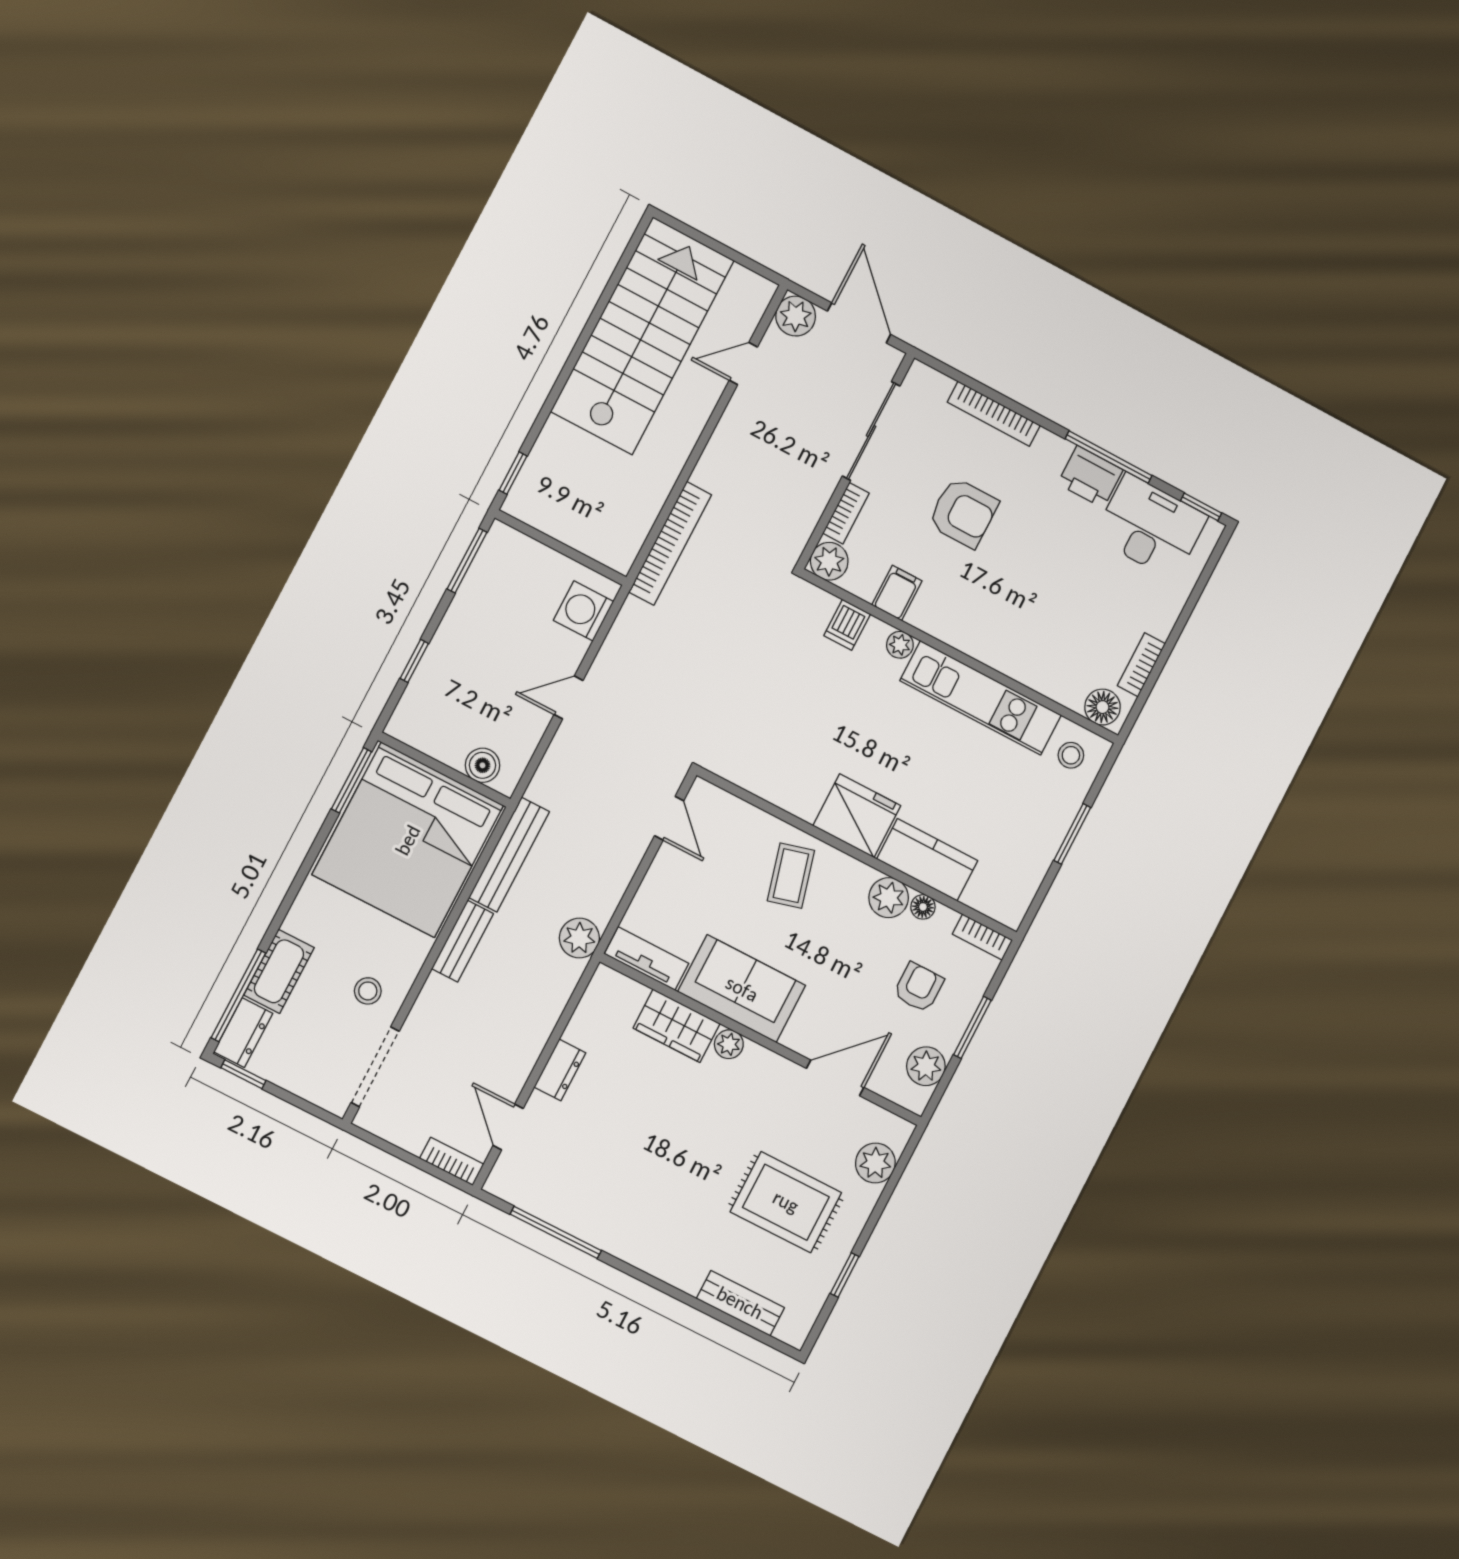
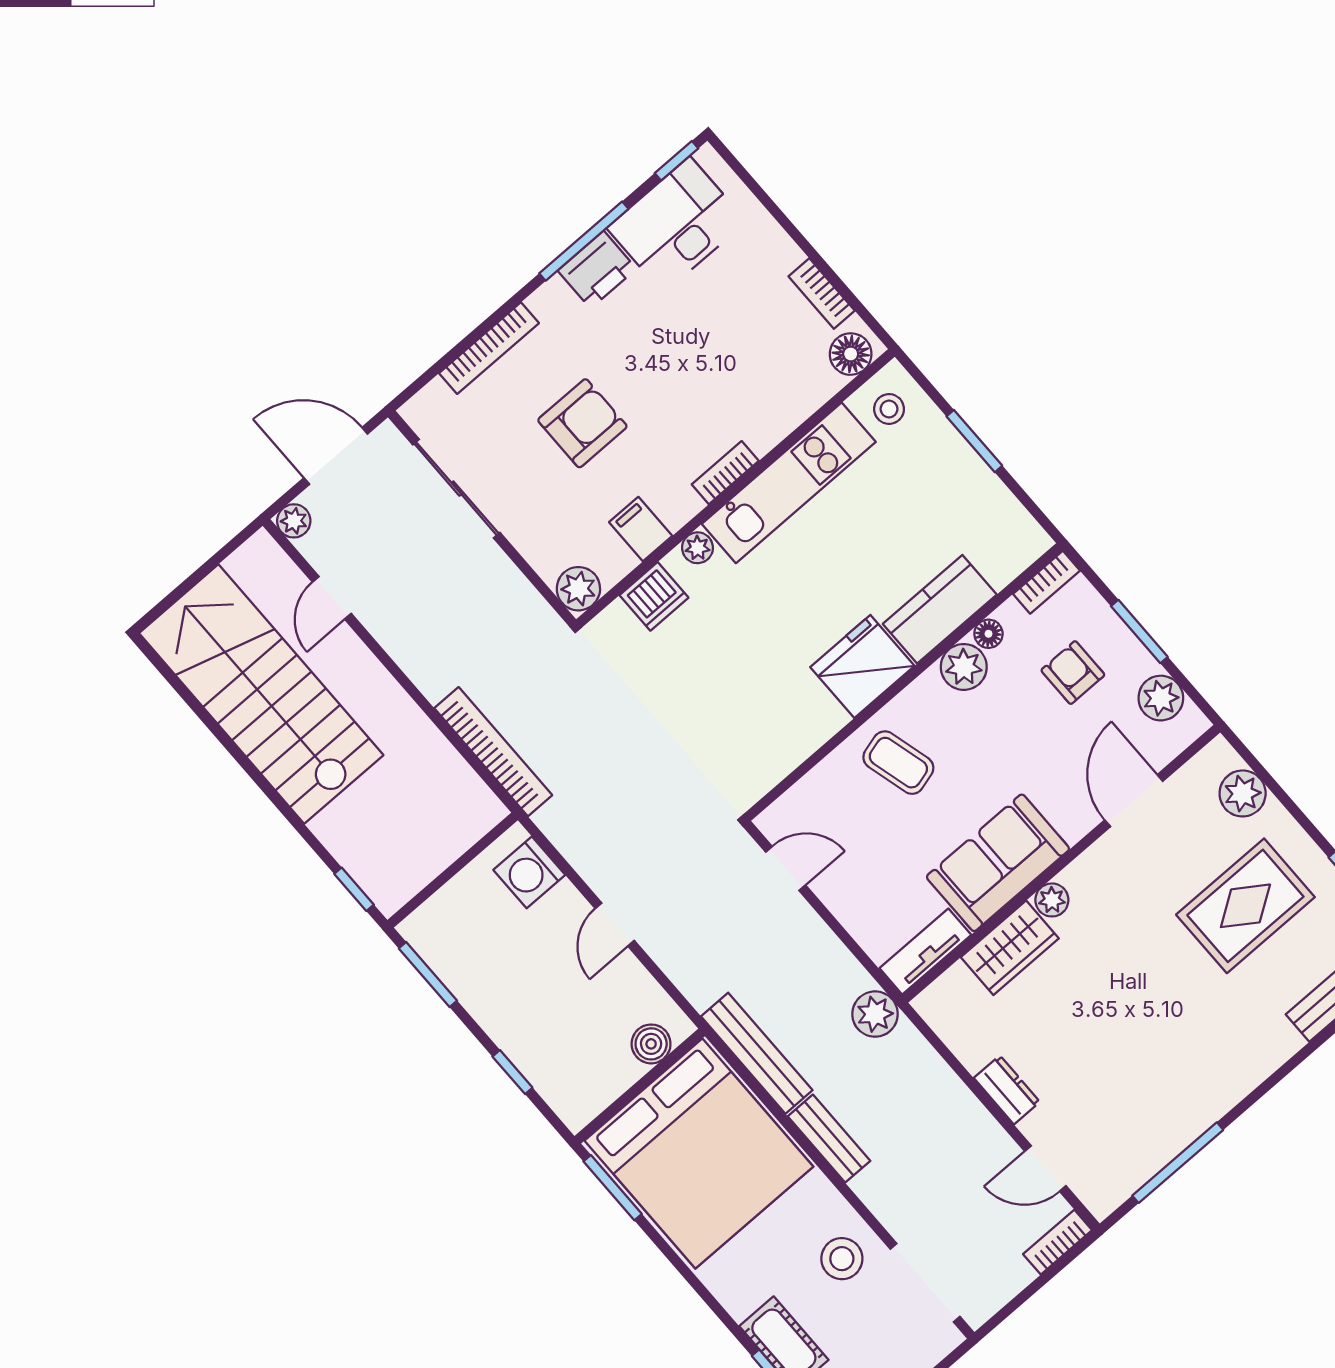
plant: (796, 316) -> (294, 521), width x0.73, depth x0.73
bookcase: (846, 513) -> (725, 473), moved, turned -90
dishwasher: (847, 625) -> (654, 596), width x1.38
stool: (368, 991) -> (842, 1259), width x1.37, depth x1.37

